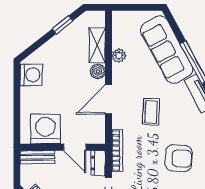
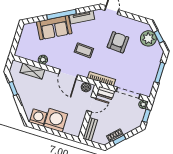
sofa: (167, 50) -> (54, 28), width x0.73
boiler: (98, 71) -> (86, 87), moved
washing machine: (45, 129) -> (56, 120), moved, turned 90

